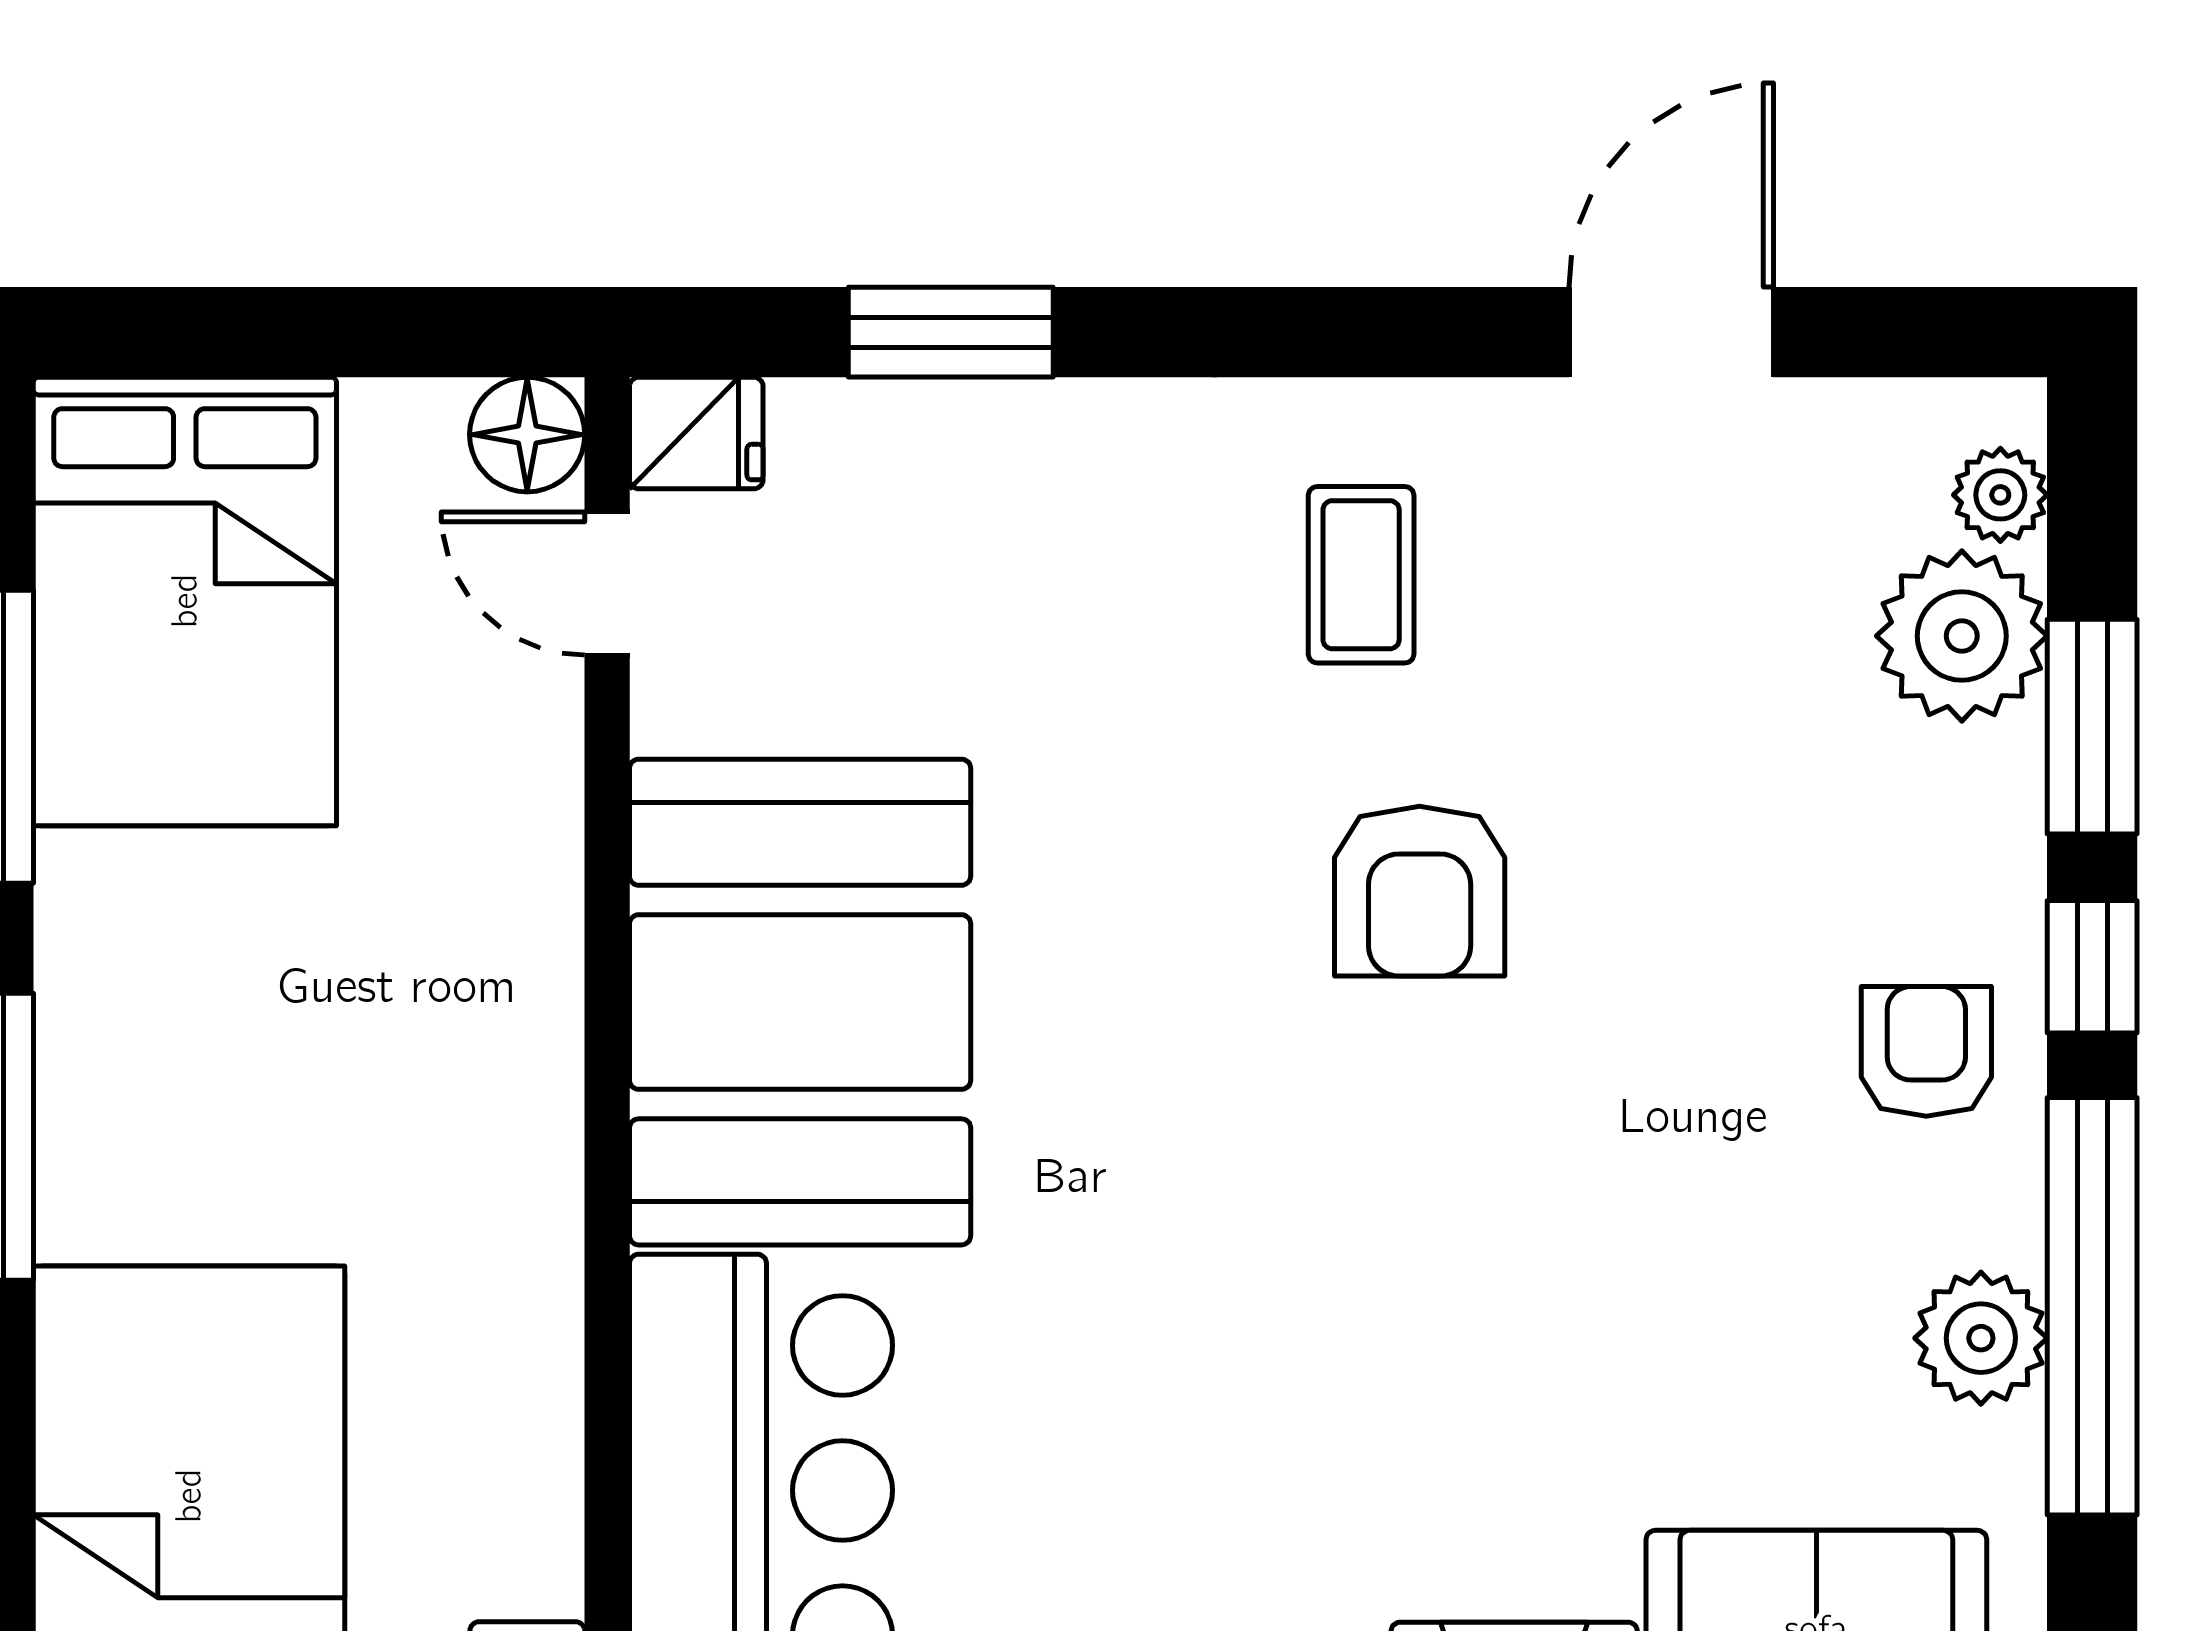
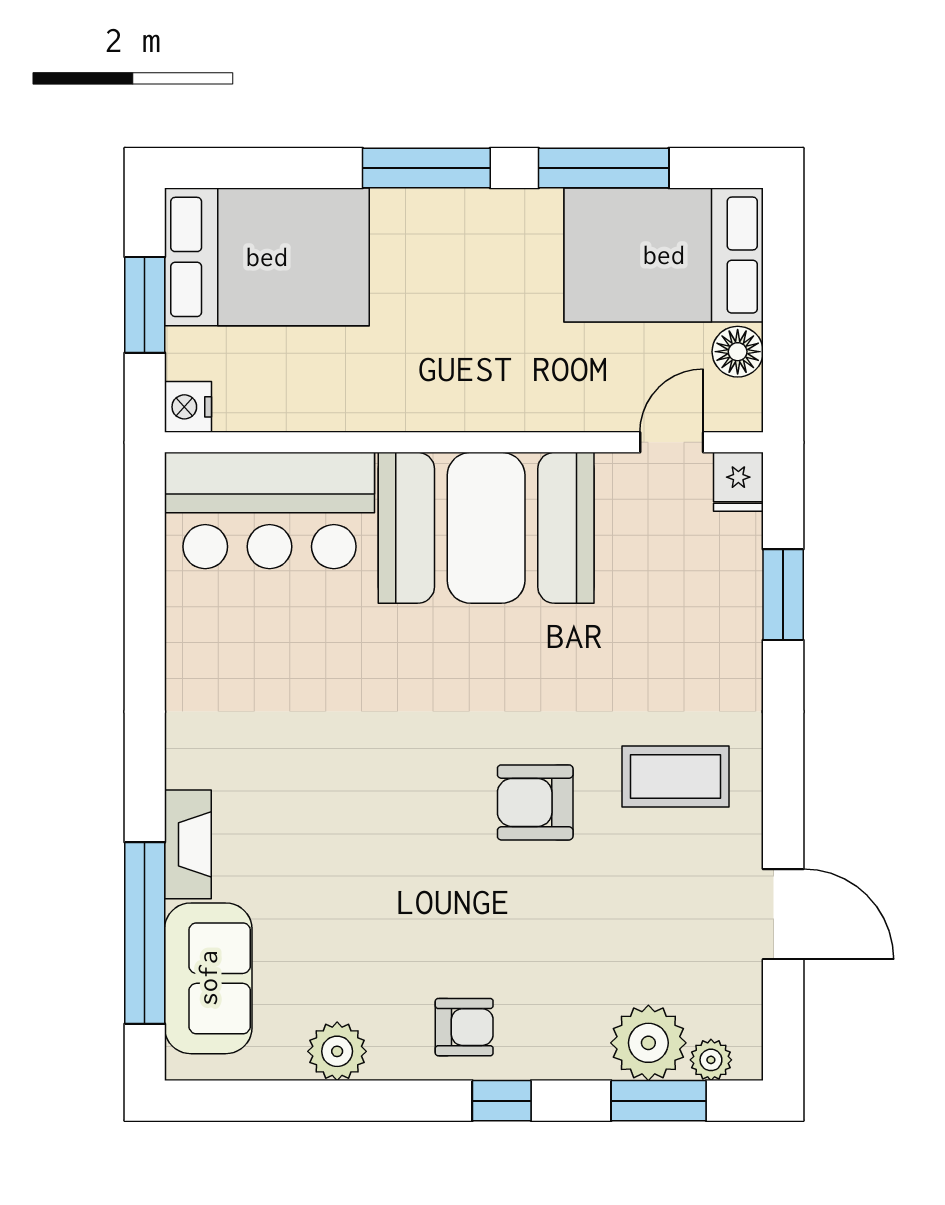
floor lamp: (527, 435) -> (738, 352), moved
coffee table: (1361, 575) -> (676, 777), width x1.36, depth x1.30
window: (2092, 727) -> (659, 1101), moved
window: (2092, 1306) -> (351, 1101), removed

